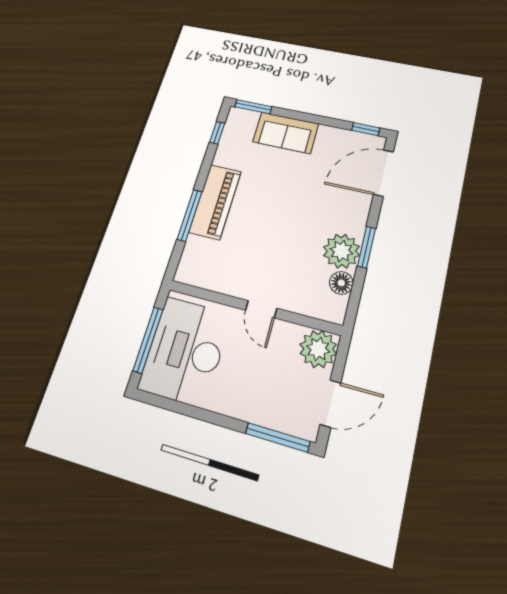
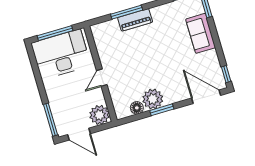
piano: (215, 202) -> (135, 20), width x0.73, depth x0.75

